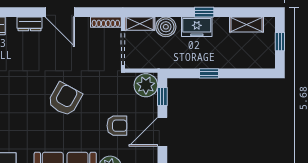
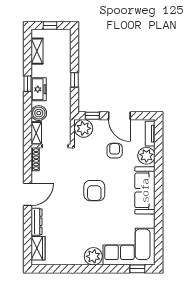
dresser: (30, 24) -> (37, 222), width x1.44
armchair: (65, 99) -> (94, 191), turned -119

